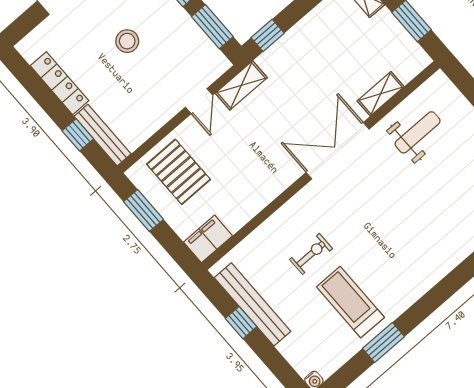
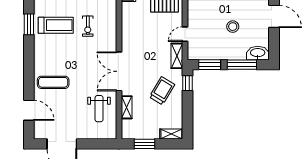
trolley: (311, 63) -> (162, 91), added
door: (199, 101) -> (185, 34), hinge flipped
double door: (338, 151) -> (119, 71), swing flipped
exercise mat: (437, 233) -> (53, 82), added

